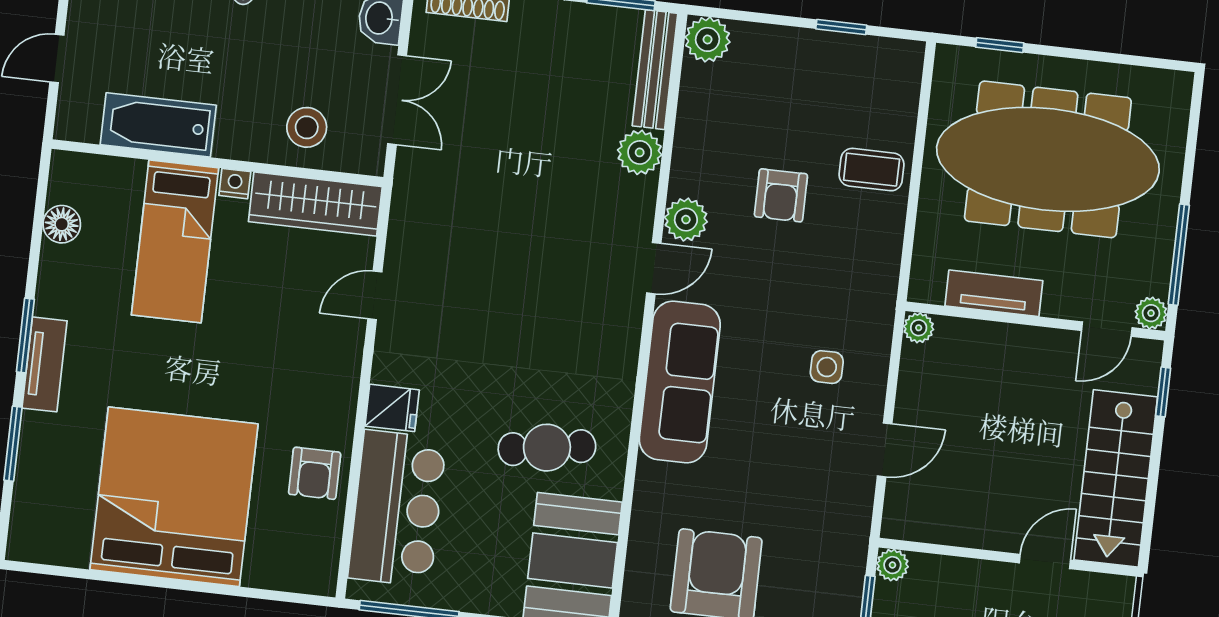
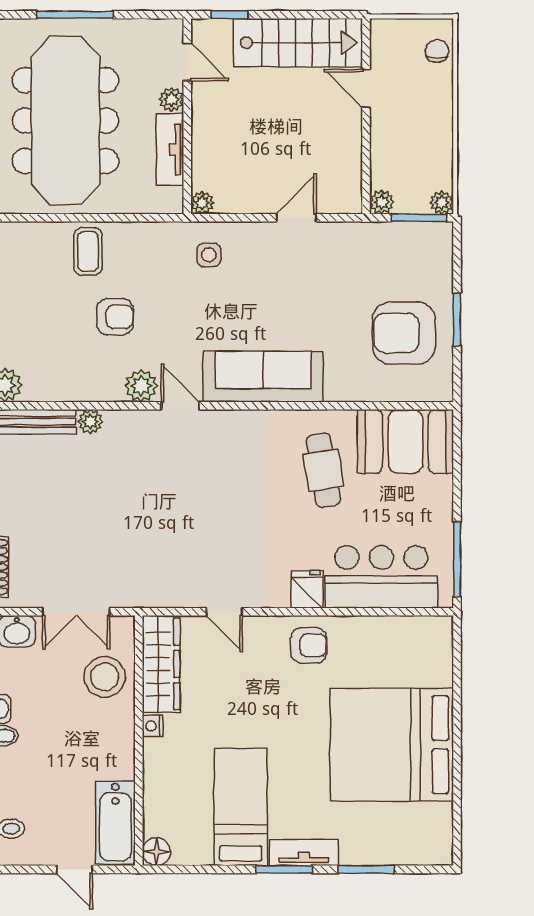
double door: (397, 100) -> (76, 612), swing flipped
bathtub: (158, 125) -> (115, 823), moved
stool: (307, 127) -> (105, 677), width x1.38, depth x1.38
plant: (640, 152) -> (90, 422), width x0.73, depth x0.73
floor lamp: (62, 224) -> (156, 852), moved
bed: (175, 241) -> (241, 807), moved, turned -90
window: (1179, 255) -> (75, 15), moved
plant: (1151, 313) -> (171, 99), moved
side table: (827, 367) -> (209, 255), moved
door: (885, 450) -> (296, 218), hinge flipped
armchair: (315, 473) -> (309, 645), moved

